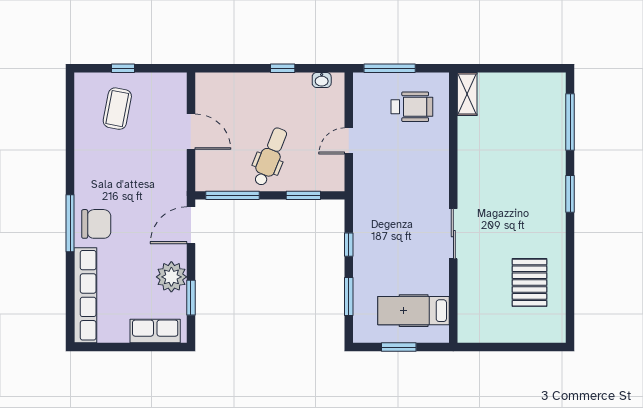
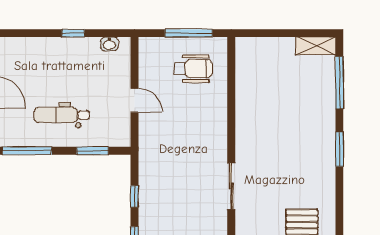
window: (390, 68) -> (189, 33), moved
shelving: (467, 94) -> (316, 46), moved, turned 90
door: (349, 141) -> (134, 100), swing flipped
dental chair: (270, 157) -> (62, 115), turned -112

